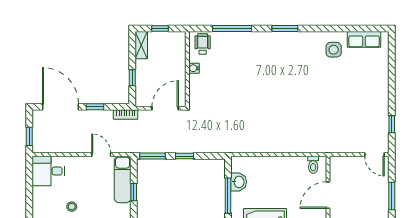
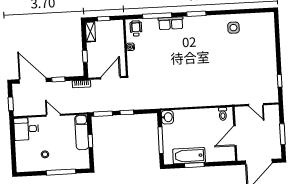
row of seats: (364, 39) -> (171, 23), moved
door: (101, 155) -> (53, 115), moved
door: (374, 155) -> (256, 105), moved
washbasin: (239, 182) -> (167, 117), moved

